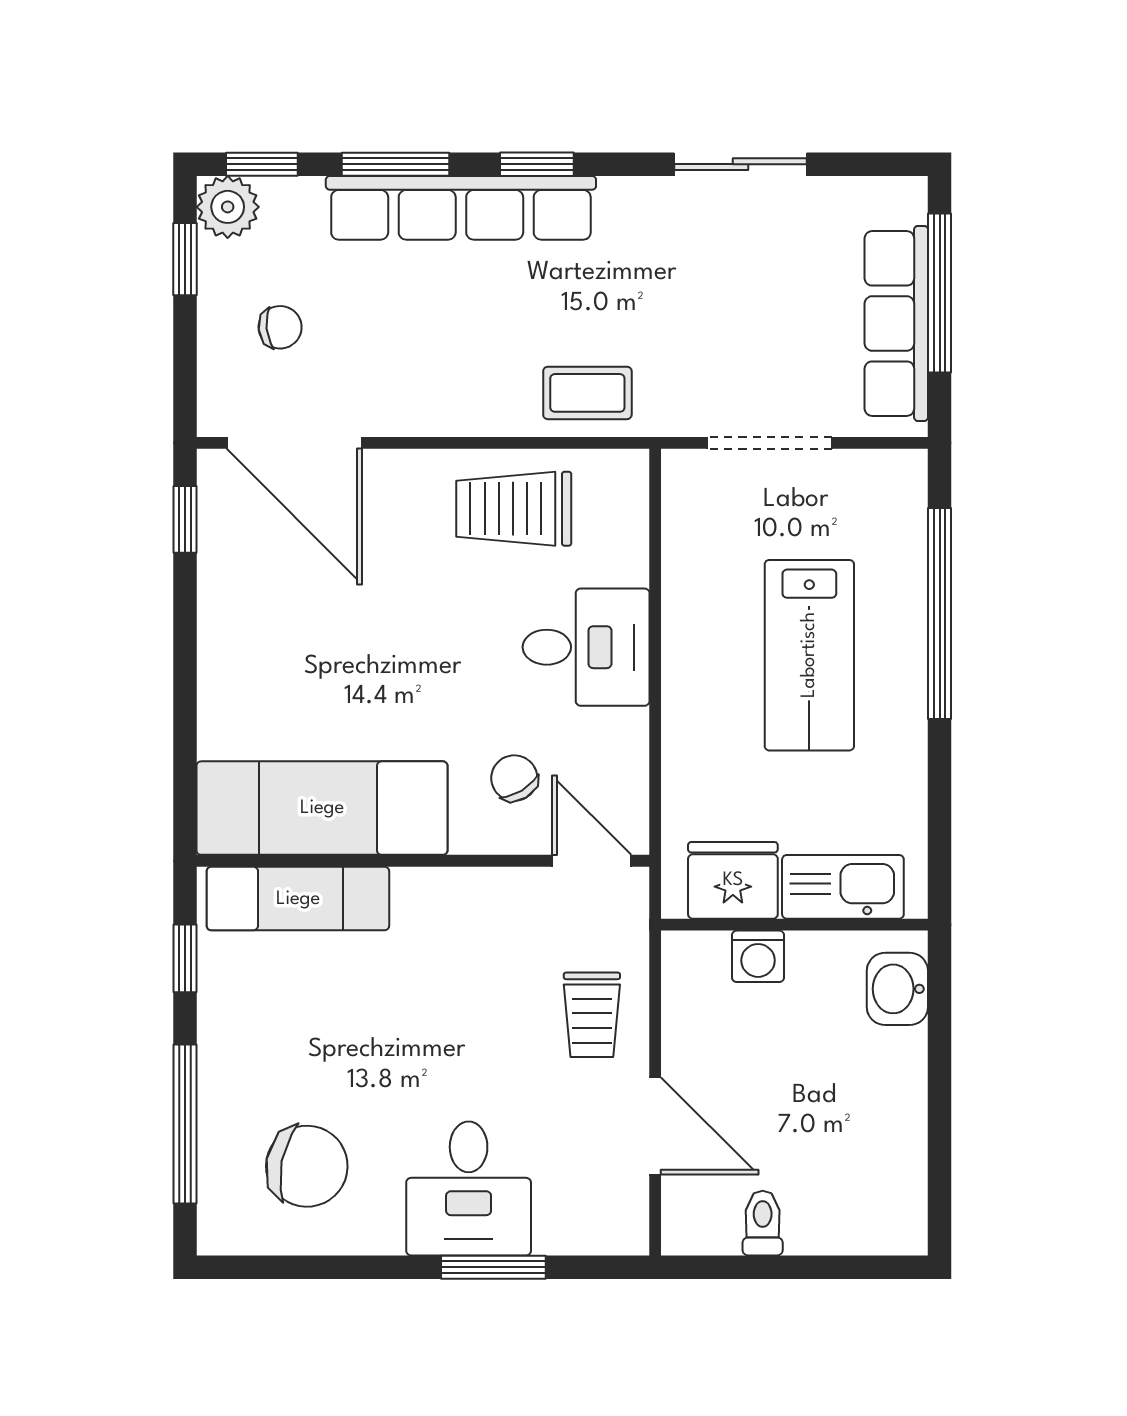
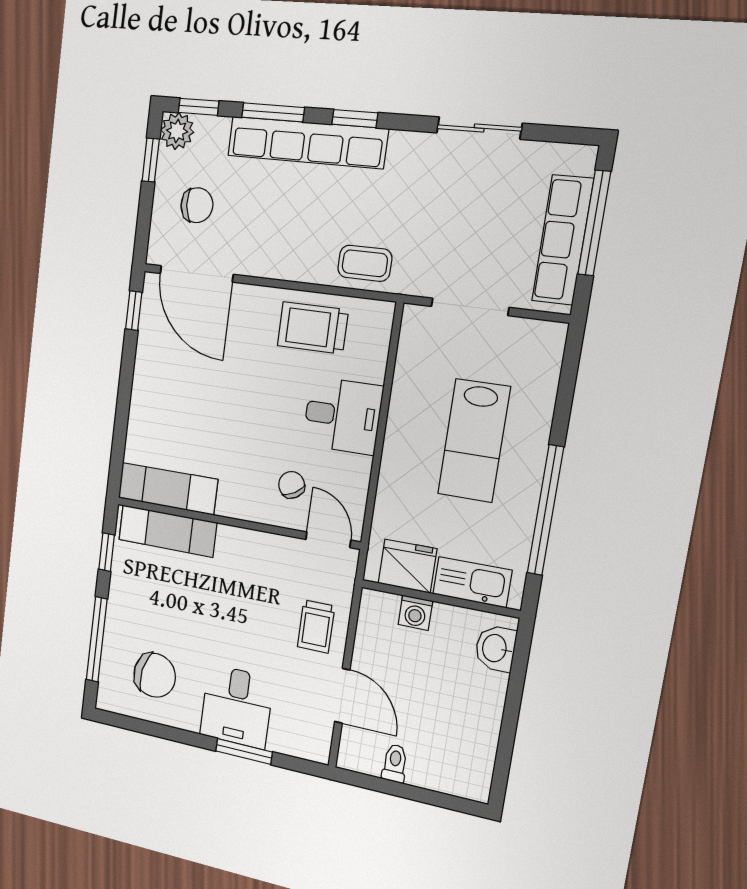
chair: (280, 327) -> (197, 205), width x1.37, depth x1.37
window: (940, 613) -> (545, 510), moved
exam couch: (322, 808) -> (168, 489), width x0.73, depth x0.69

